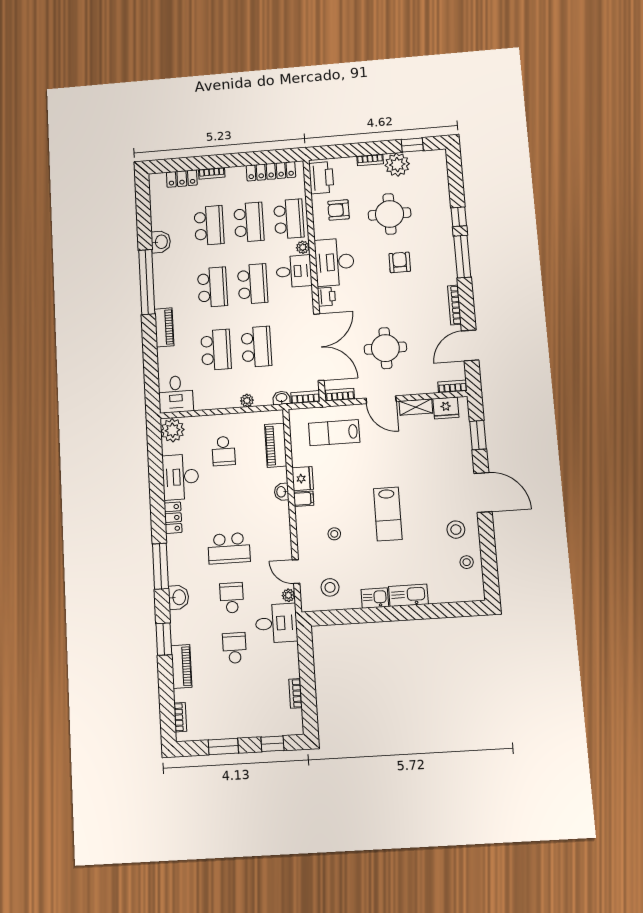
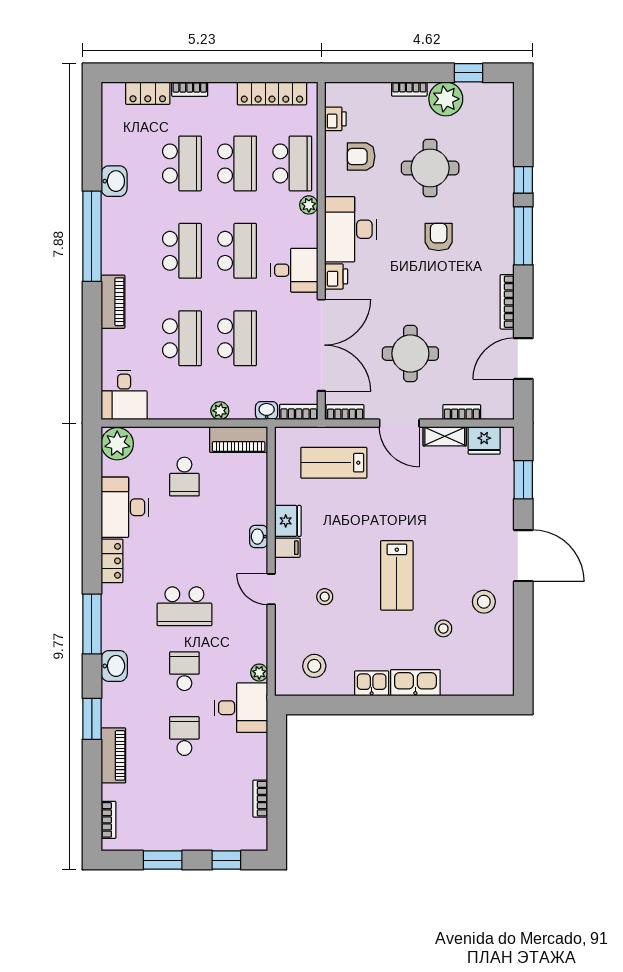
printer: (321, 178) -> (335, 119), width x0.53, depth x0.68
desk: (294, 271) -> (294, 270), moved
bookcase: (452, 386) -> (462, 412), moved
piano: (276, 445) -> (239, 440), moved, turned -90
stool: (467, 562) -> (443, 628), moved
door: (296, 572) -> (271, 589), moved

